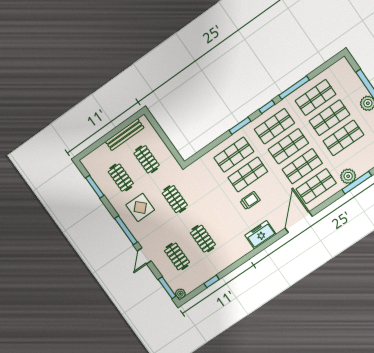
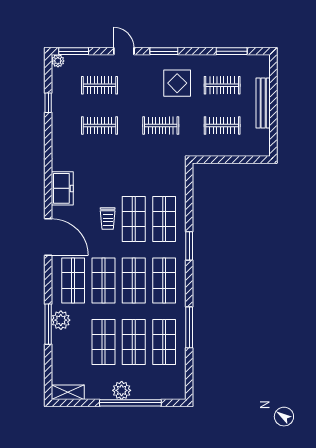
window: (267, 107) -> (189, 287), removed
bench: (125, 135) -> (263, 103), moved
trolley: (250, 201) -> (108, 219), moved
window: (126, 230) -> (164, 51), width x0.69

